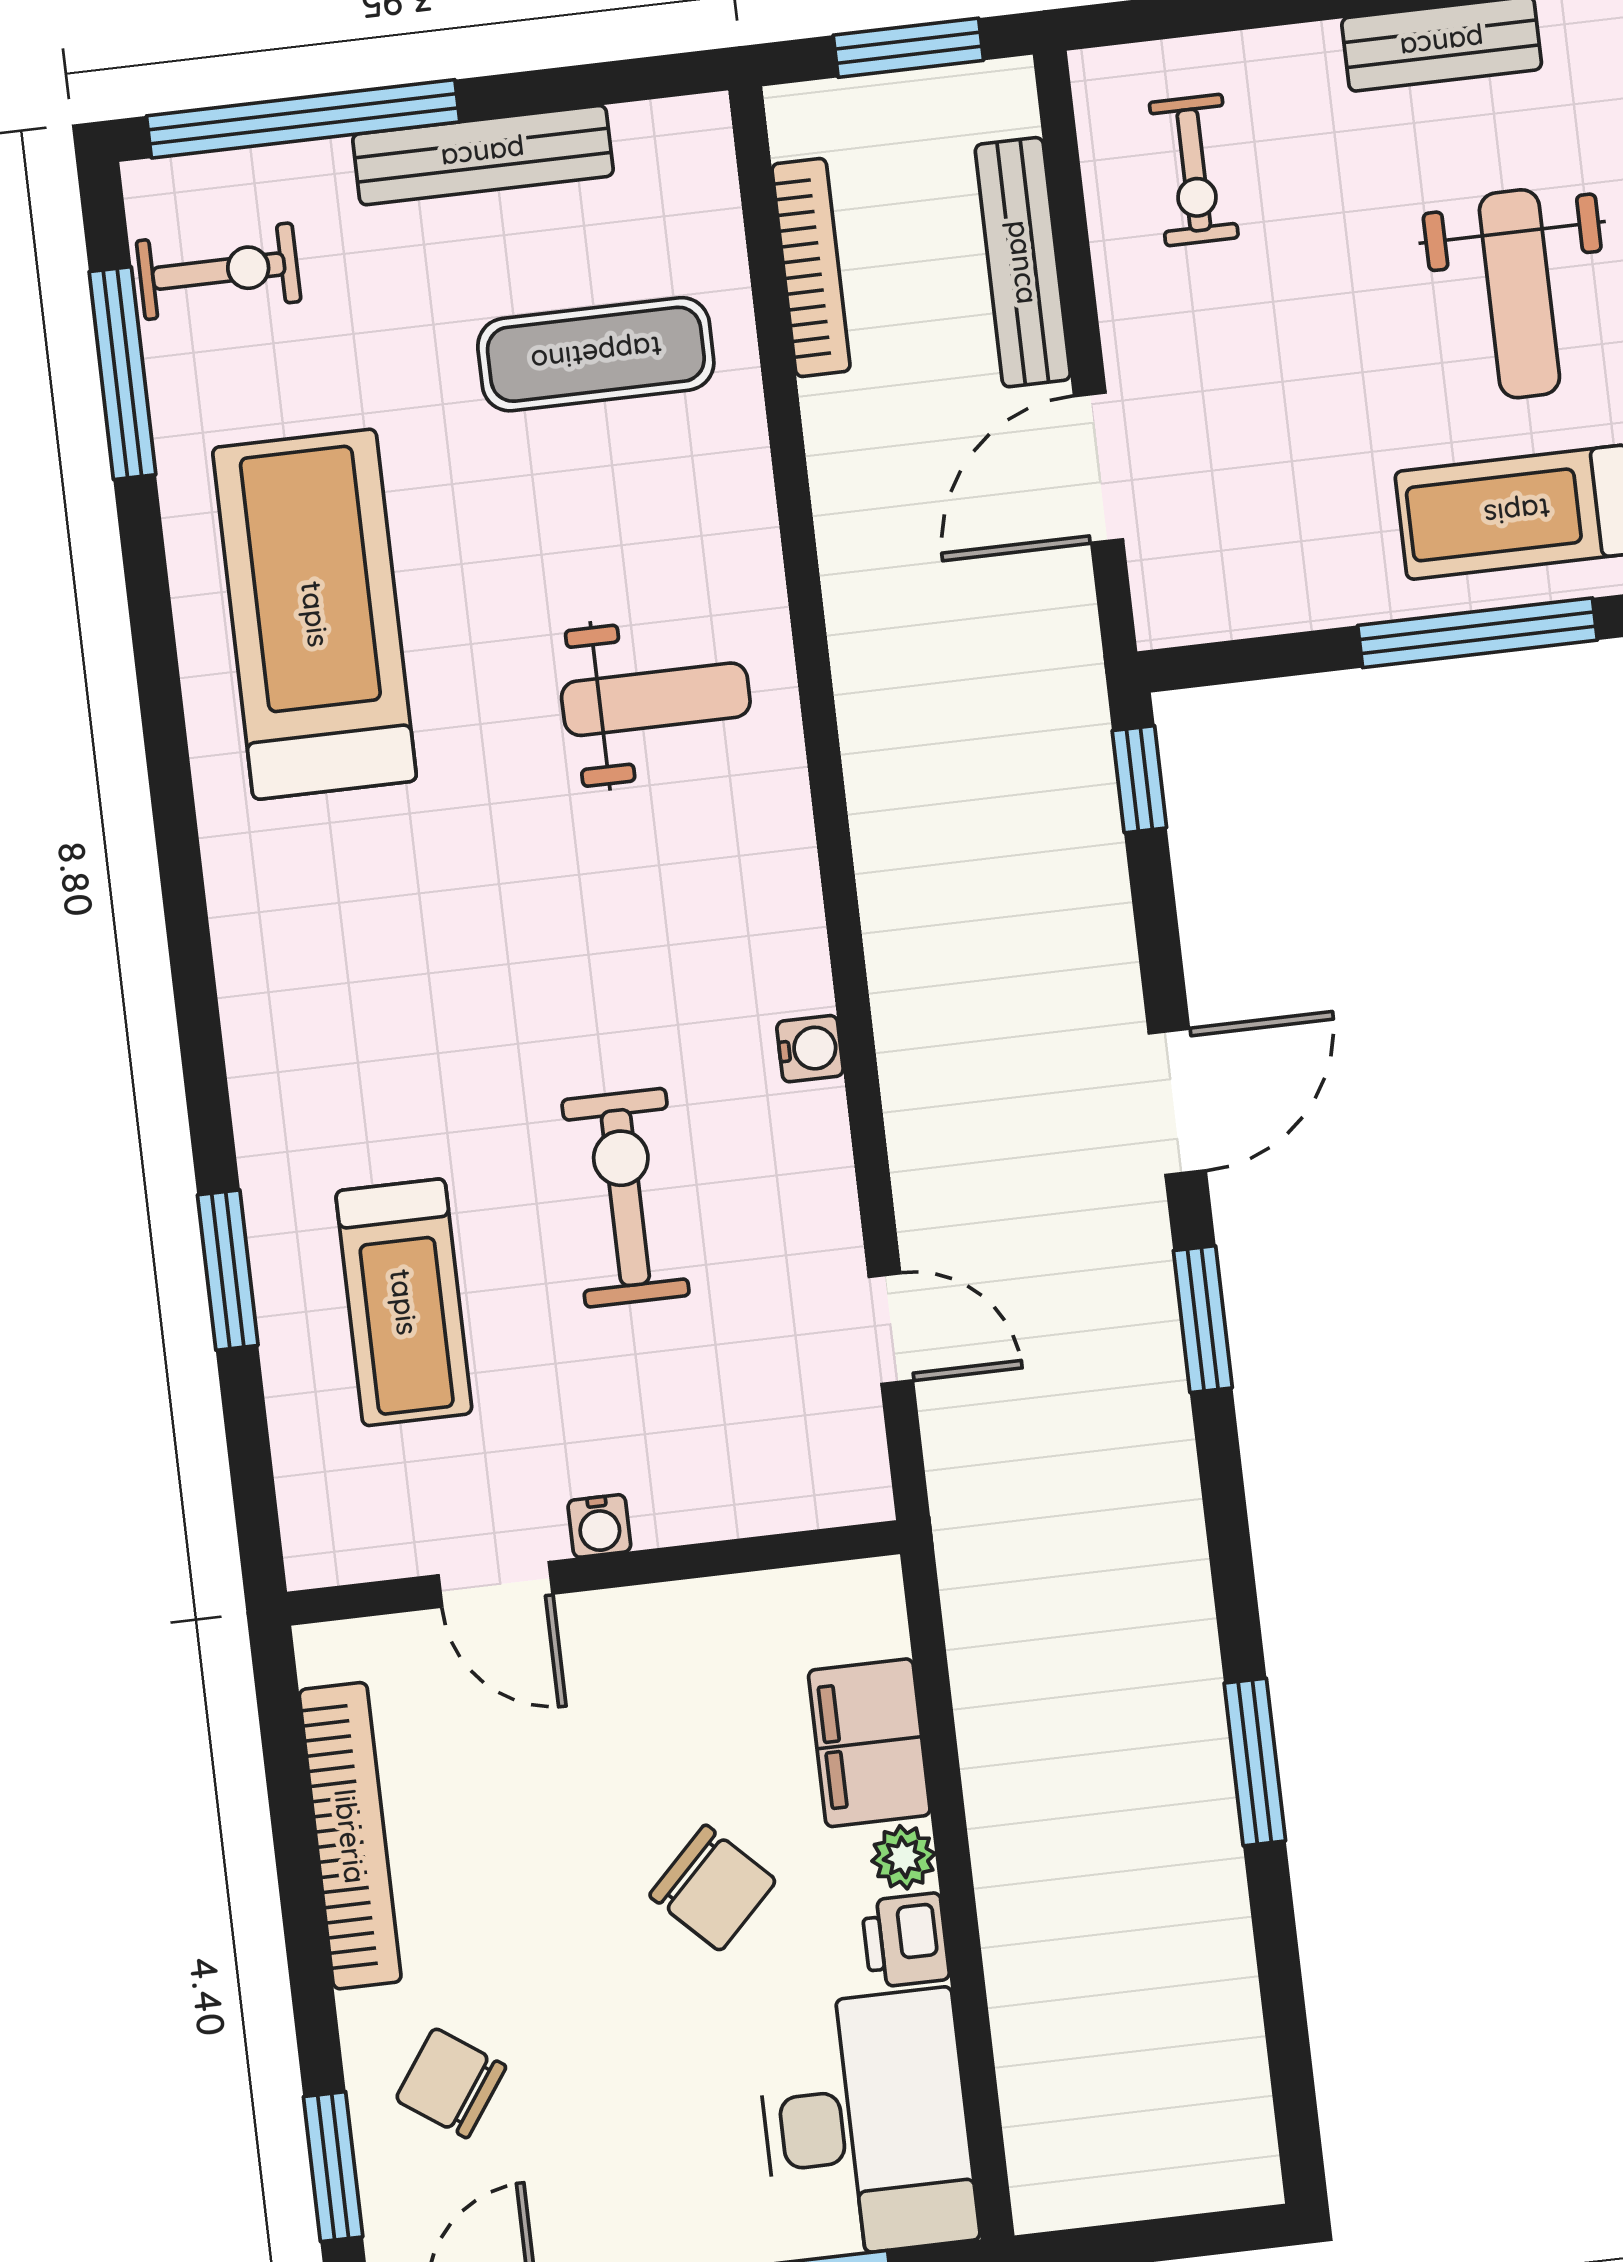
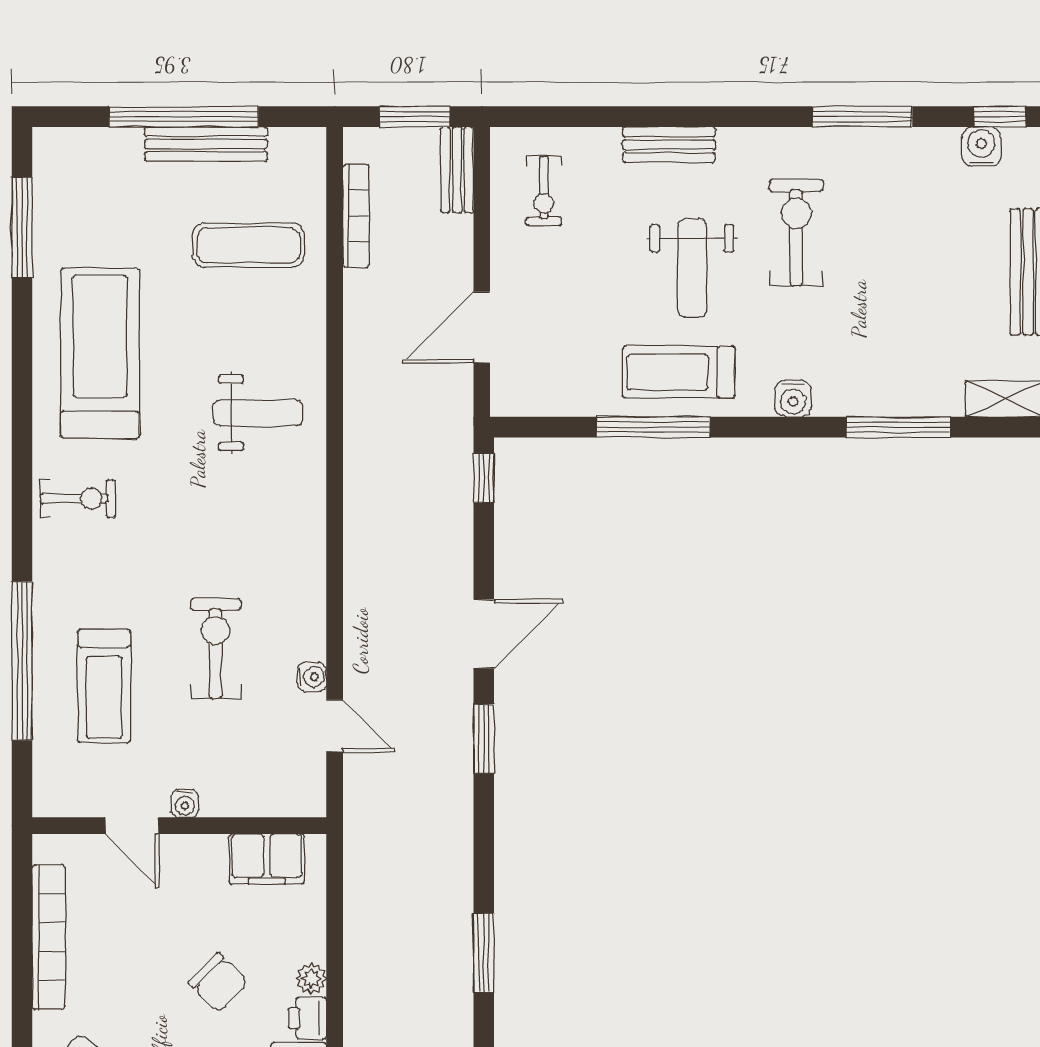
window: (303, 119) -> (184, 117), moved
bench: (1023, 262) -> (457, 170), moved, width x0.73
exercise bike: (219, 271) -> (78, 499), moved
water cooler: (810, 1049) -> (312, 677), moved
window: (228, 1270) -> (22, 661), width x2.11
filing cabinet: (869, 1743) -> (267, 859), moved, turned -90

